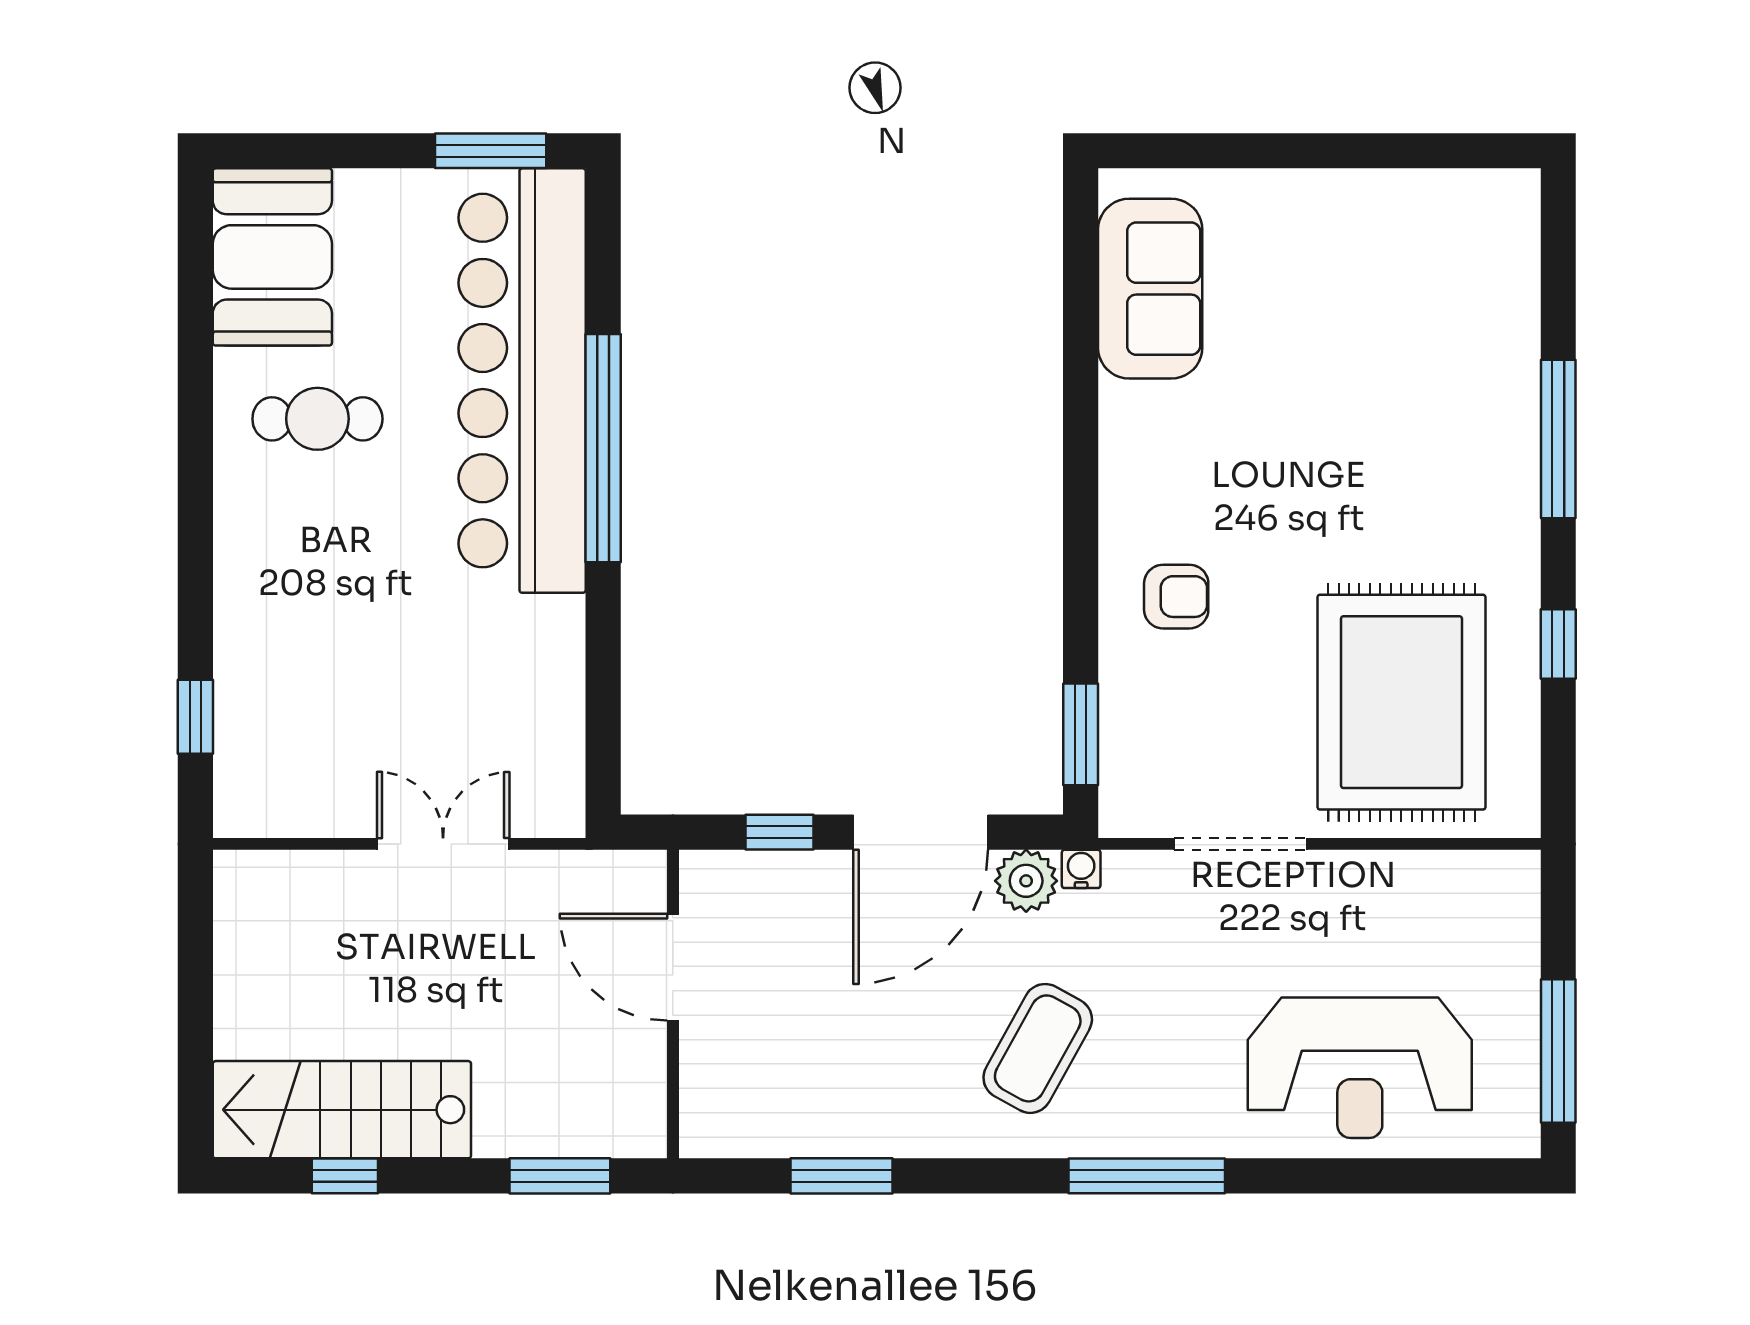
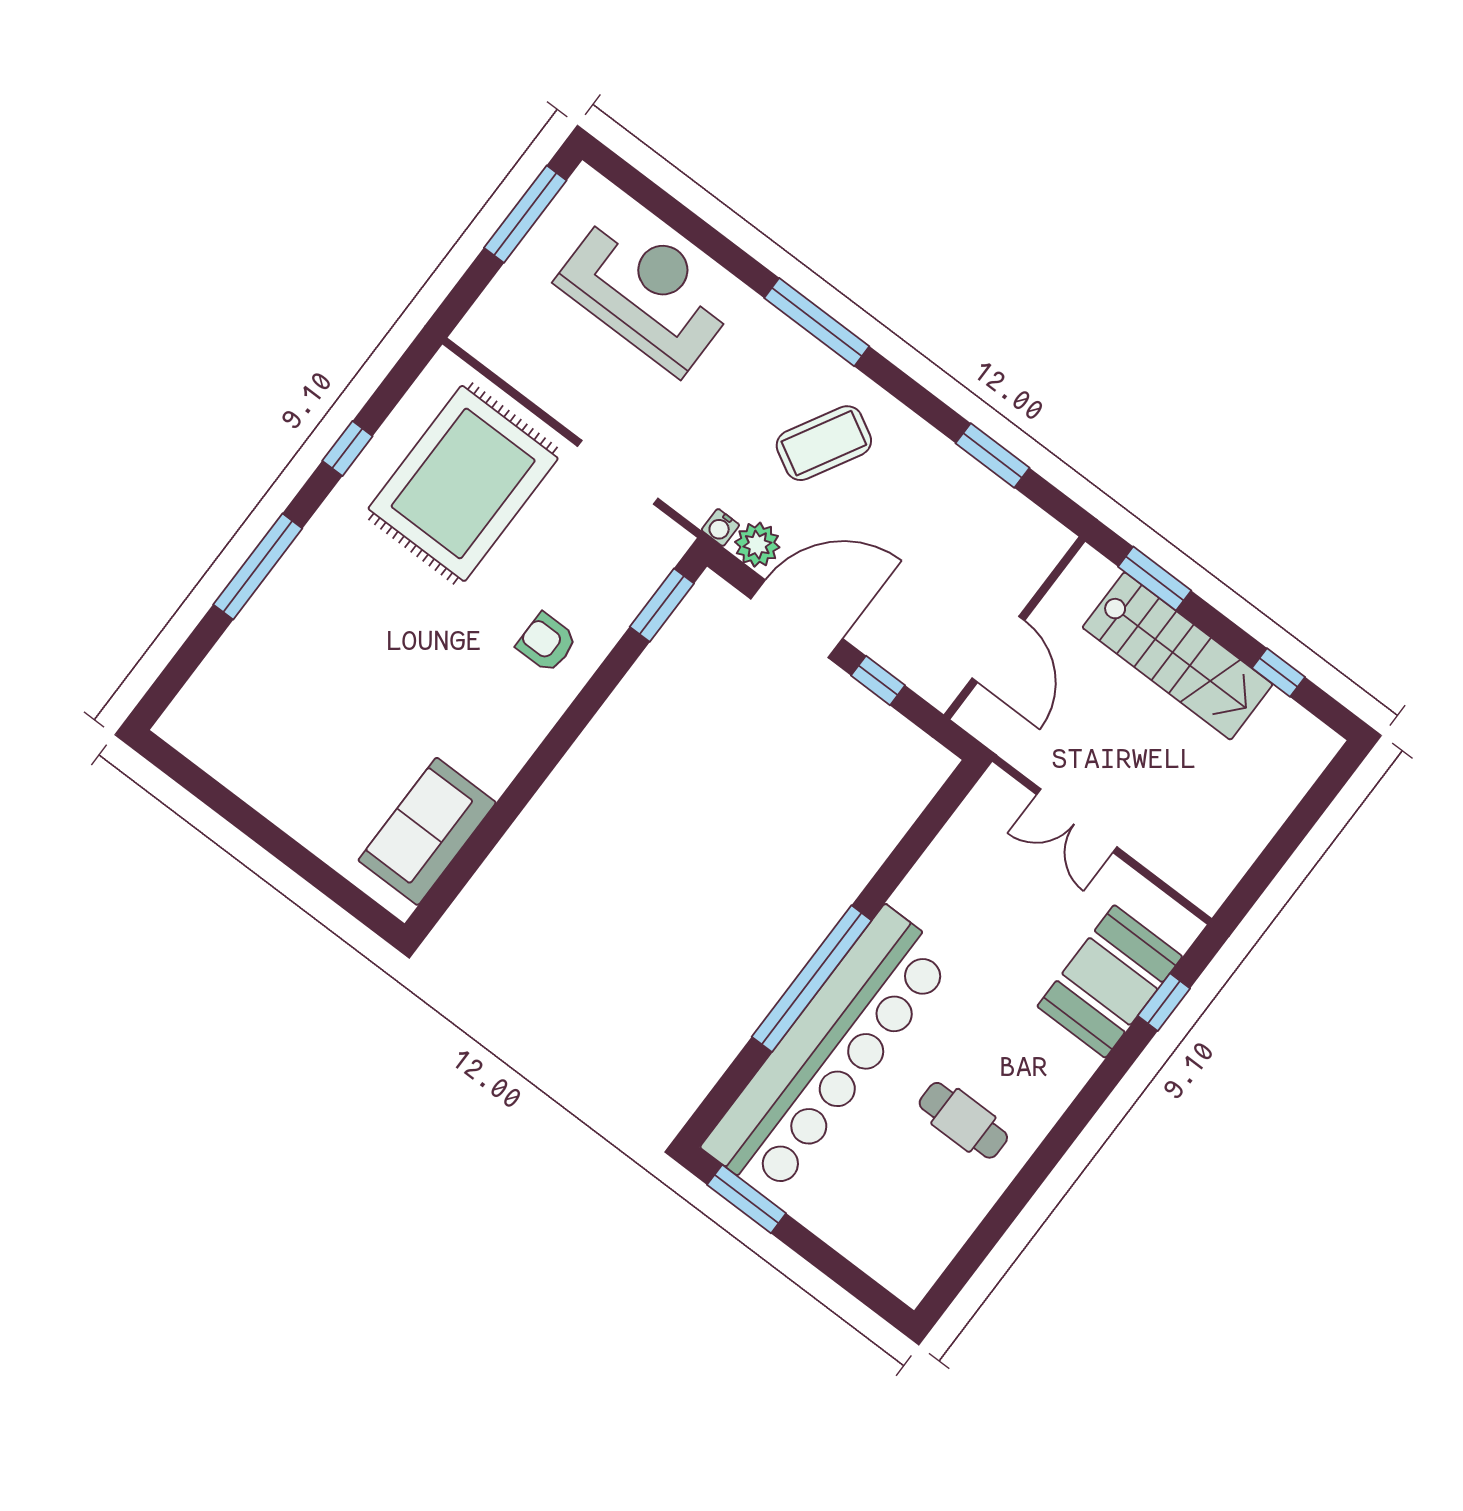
booth: (272, 257) -> (1110, 981), moved
stairs: (342, 1110) -> (1177, 656), moved

